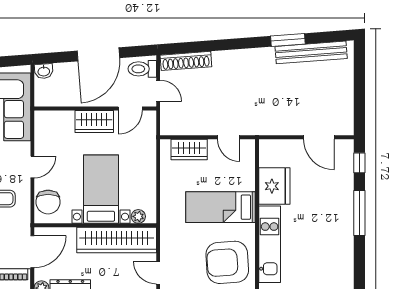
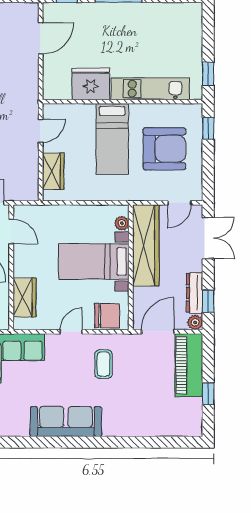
wardrobe: (94, 121) -> (24, 297), moved
door: (32, 167) -> (71, 332), hinge flipped
door: (32, 252) -> (158, 332), hinge flipped
armchair: (227, 262) -> (164, 149), moved, turned -86

